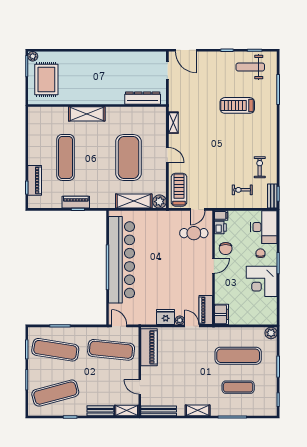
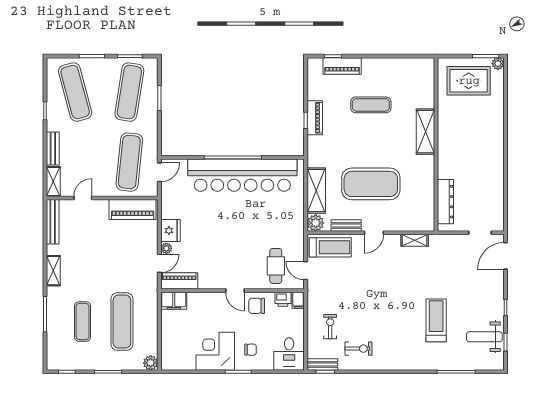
weight bench: (250, 67) -> (484, 337), turned -90
exercise mat: (66, 157) -> (371, 105), width x0.73, depth x0.69
bench: (162, 177) -> (346, 226), added
desk: (264, 227) -> (289, 354), width x0.73

